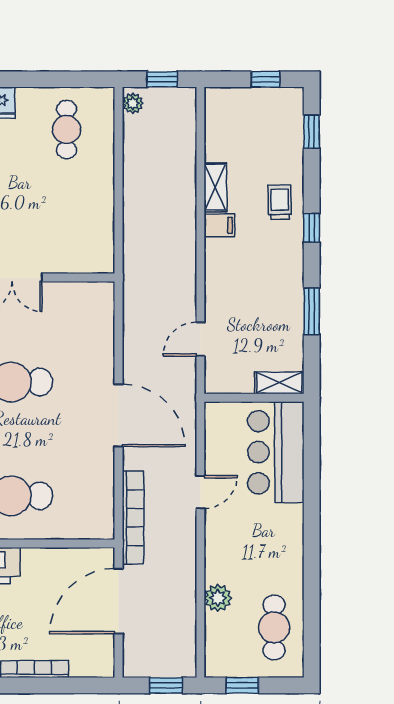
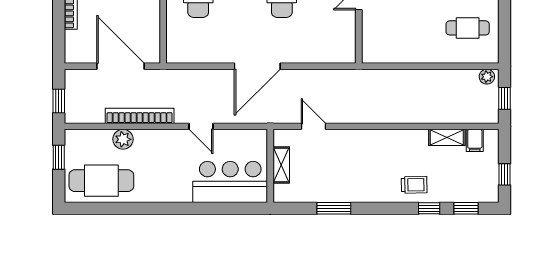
shelving: (215, 187) -> (447, 137), moved
filing cabinet: (219, 225) -> (475, 140), moved
window: (312, 228) -> (429, 208), moved
shelving: (279, 383) -> (281, 165), moved
bookcase: (133, 518) -> (140, 116), moved, turned 180
cafe table: (274, 627) -> (101, 181), width x1.37, depth x1.35

